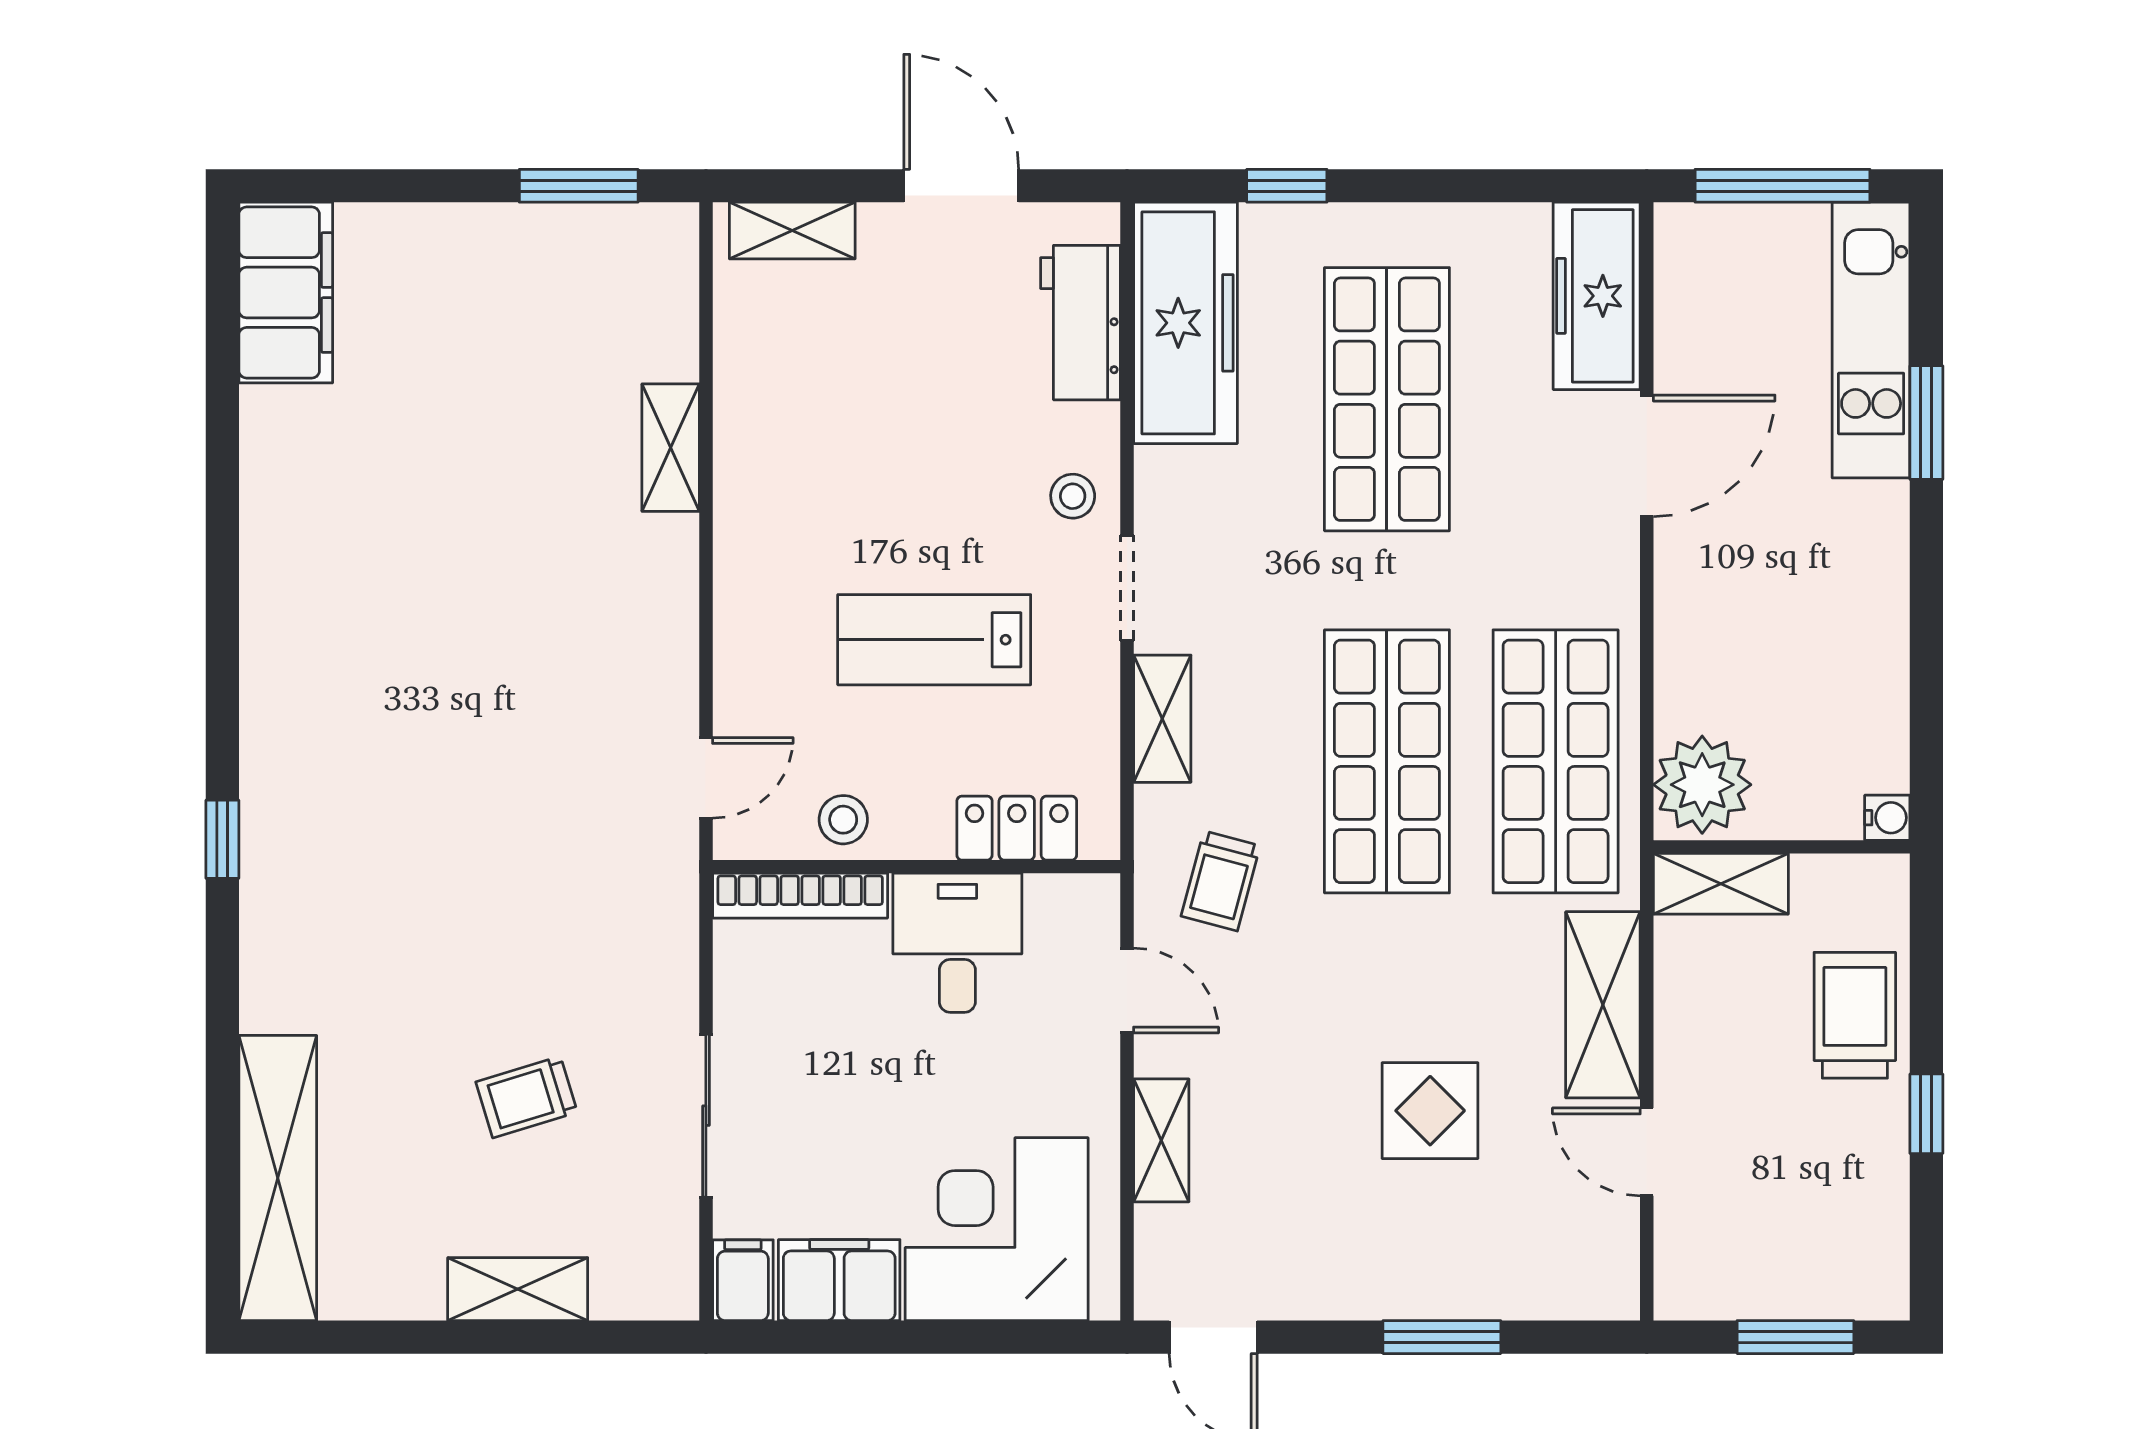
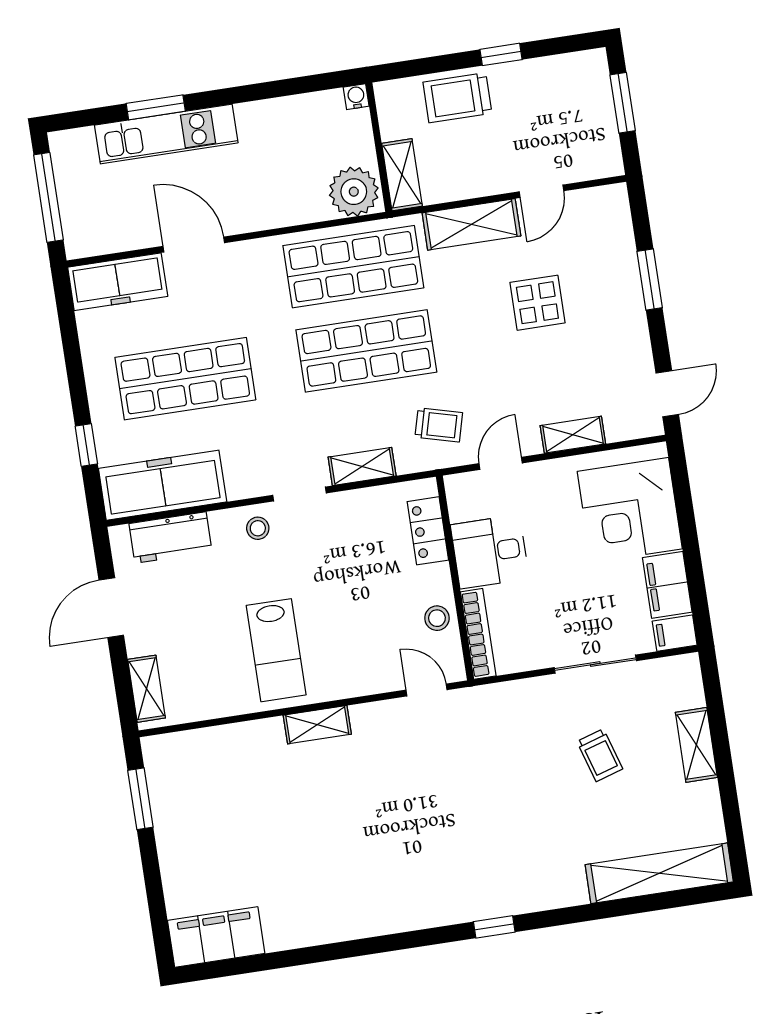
kitchen unit: (1871, 340) -> (166, 134), moved
shelving: (671, 448) -> (317, 725), moved
lab bench: (934, 640) -> (276, 650), moved

